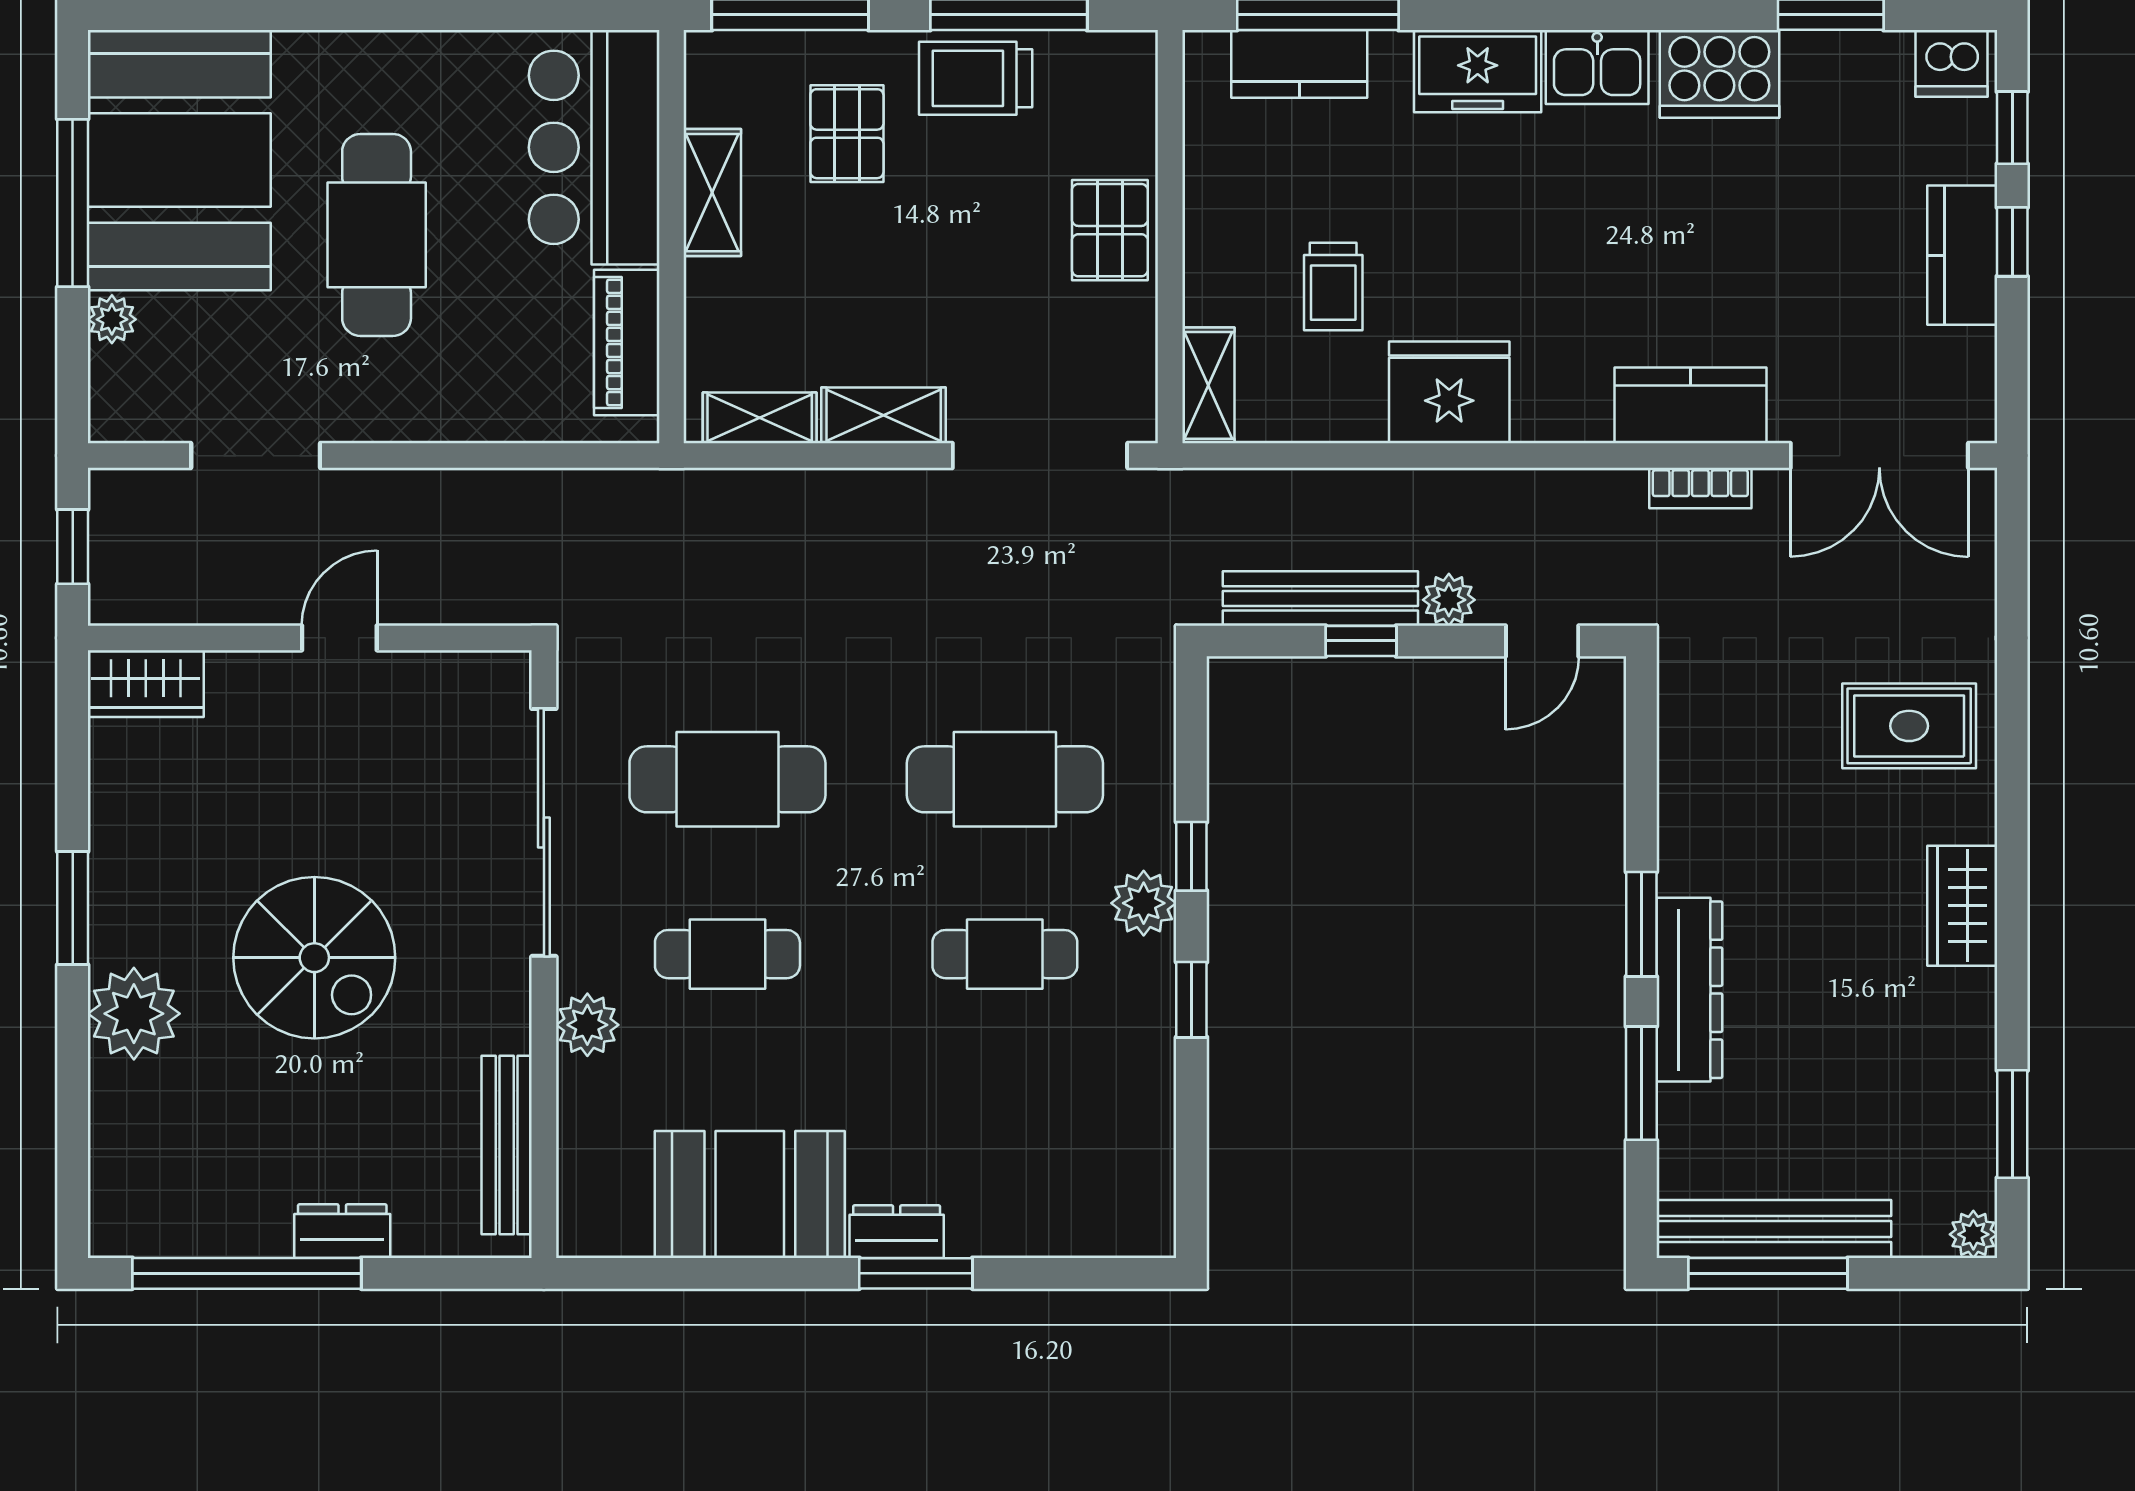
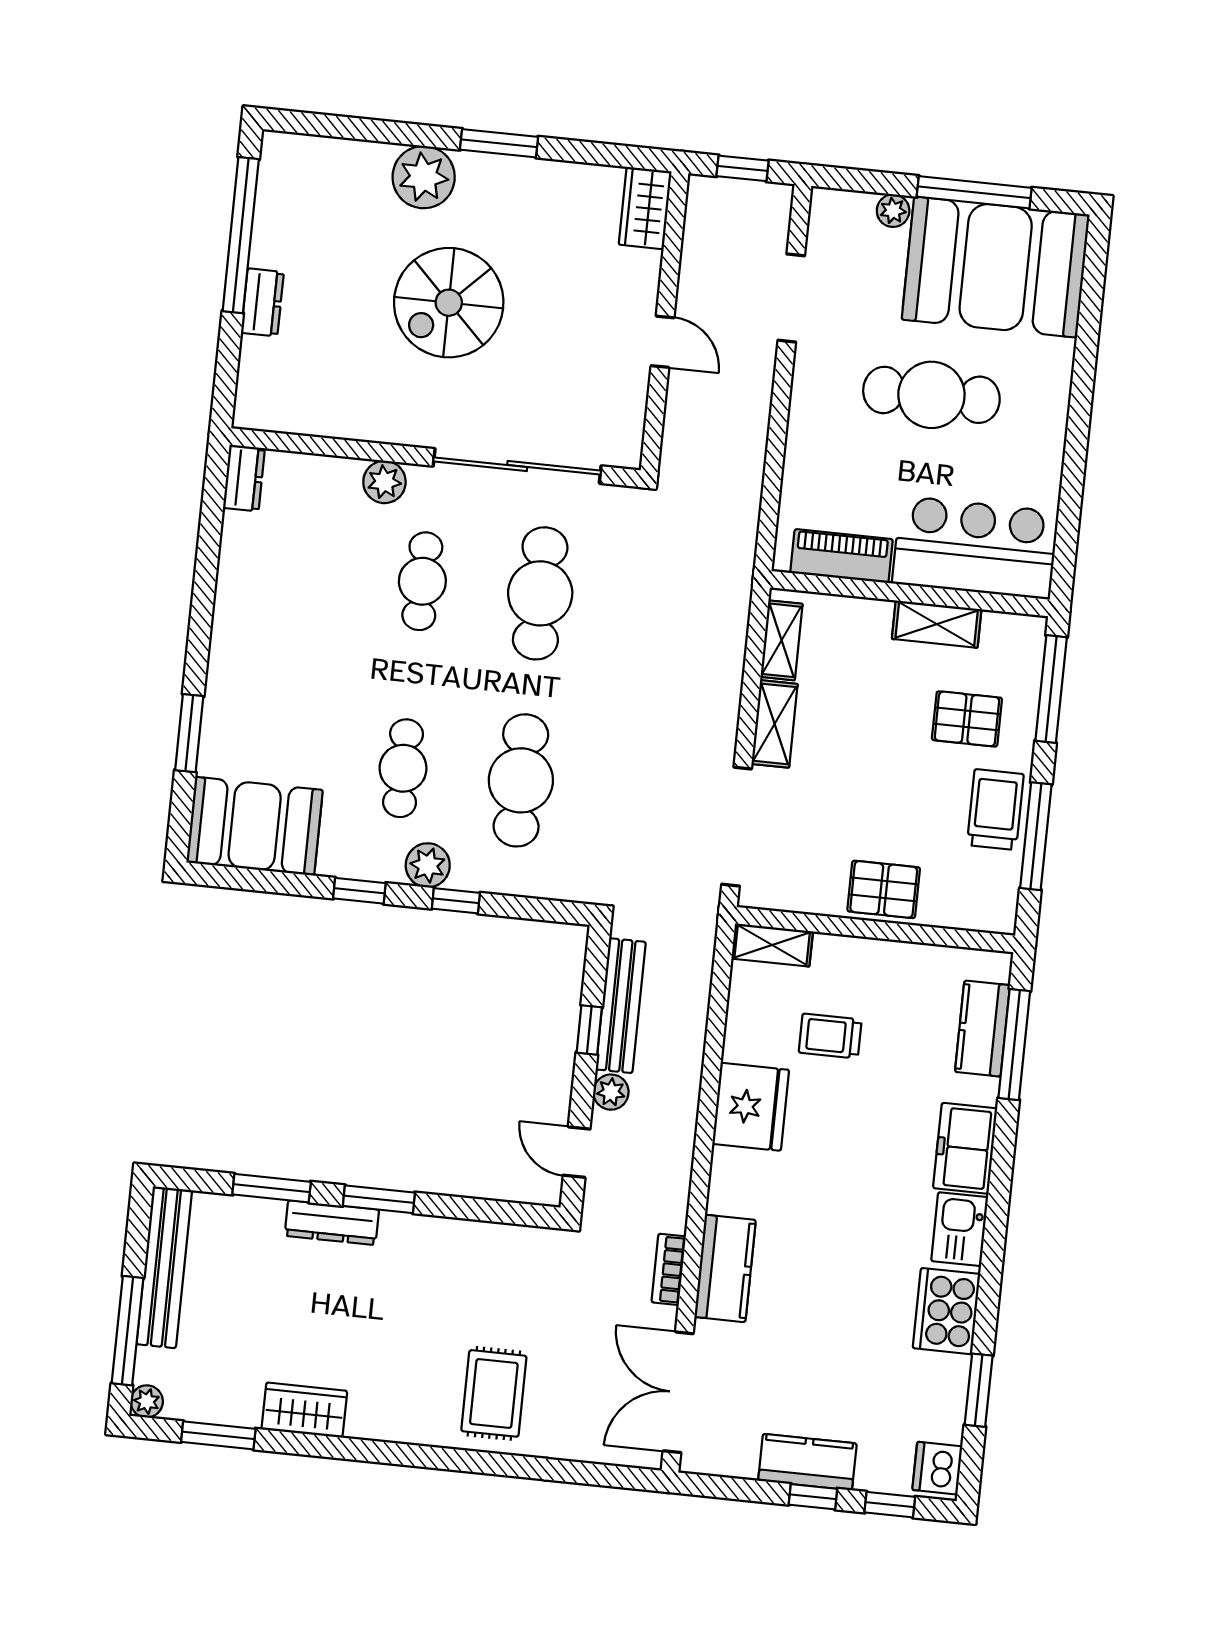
wardrobe: (1962, 906) -> (304, 1410), moved
dresser: (1689, 990) -> (332, 1223), width x0.73, depth x0.80
bench: (507, 1145) -> (309, 419), removed
booth: (750, 1194) -> (255, 826), moved, turned 90
dresser: (897, 1232) -> (244, 478), moved
window: (916, 1273) -> (189, 733), moved
window: (1768, 1273) -> (128, 1331), moved

